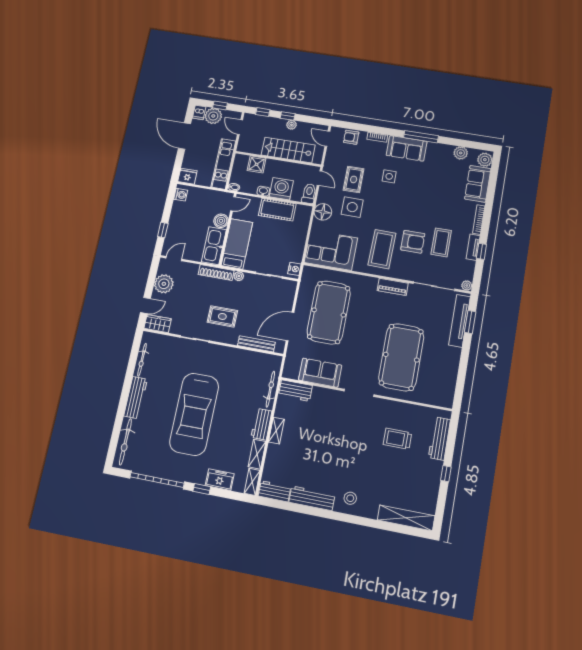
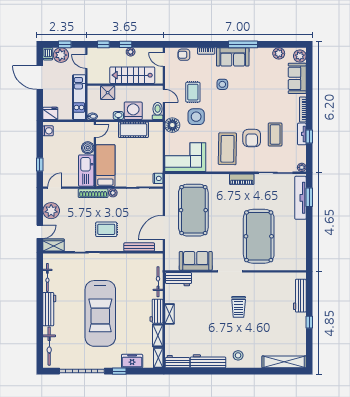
armchair: (413, 242) -> (252, 138), turned 90
trolley: (397, 439) -> (239, 307), moved, turned -90

